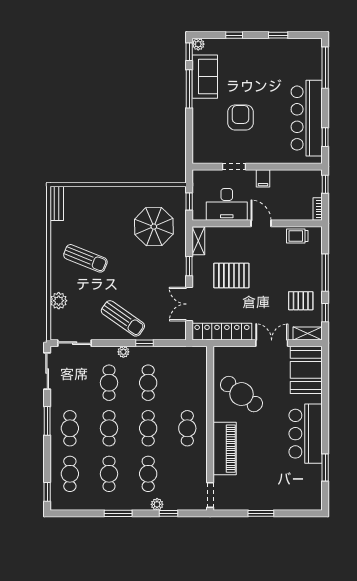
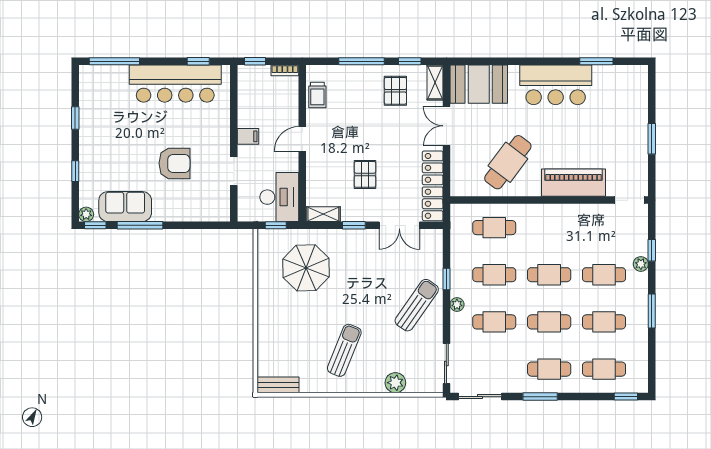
armchair: (240, 117) -> (174, 163), turned 180
desk: (227, 204) -> (279, 197), moved
pallet: (231, 275) -> (365, 174), width x0.67, depth x0.71
cafe table: (187, 428) -> (494, 228), moved

